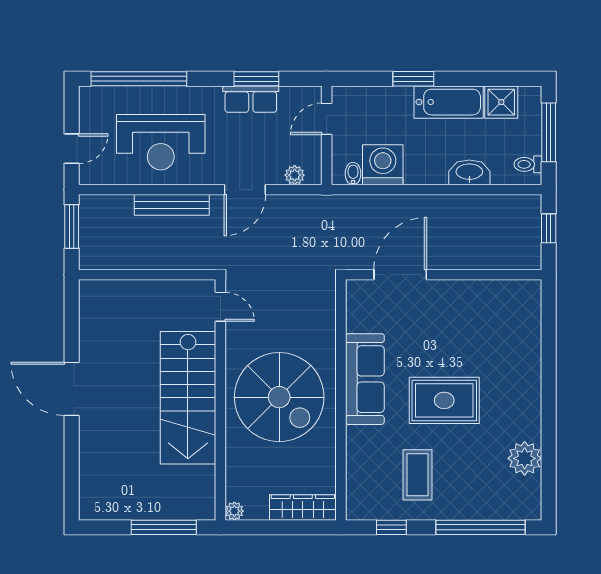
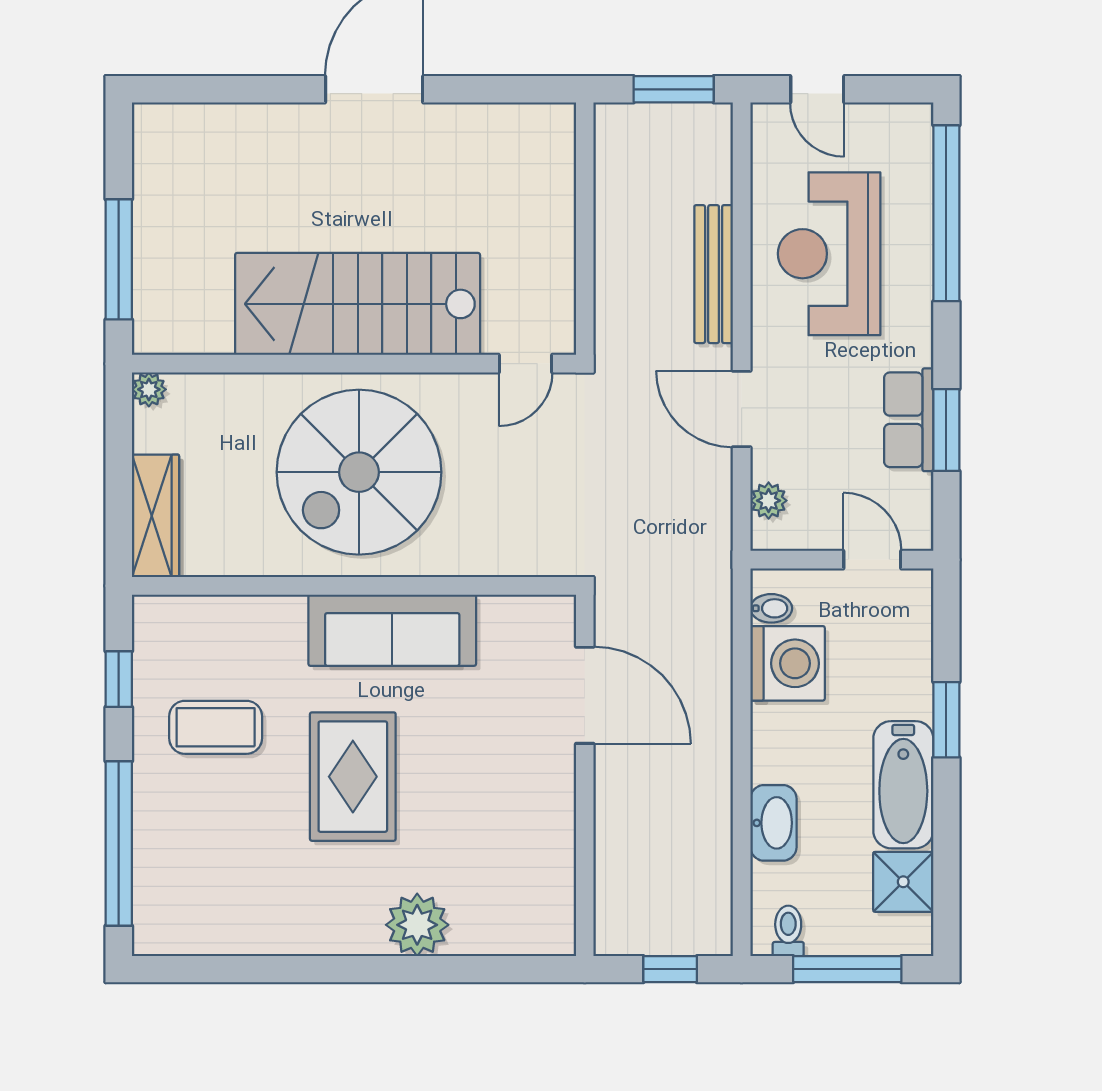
plant: (525, 458) -> (417, 925), moved

